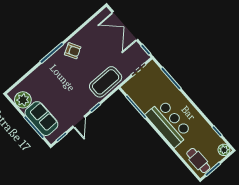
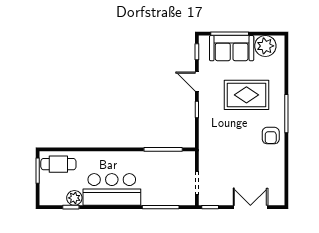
double door: (125, 26) -> (250, 207), width x0.73
armchair: (73, 51) -> (271, 136), turned -61
coffee table: (106, 82) -> (213, 141), removed
rug: (61, 86) -> (246, 95), added
bar counter: (169, 123) -> (112, 189), moved, turned 180
plant: (224, 150) -> (74, 198), moved

